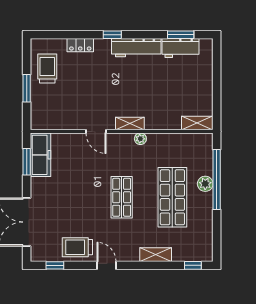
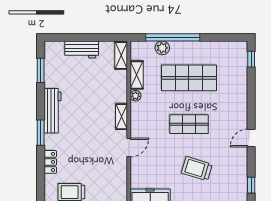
window: (112, 35) -> (41, 133), width x1.50
workbench: (180, 48) -> (82, 49), moved, turned 90
plant: (140, 139) -> (136, 96), moved
plant: (205, 184) -> (162, 48), moved
trolley: (77, 247) -> (197, 169), moved, turned 107
shelving: (156, 255) -> (137, 75), moved

